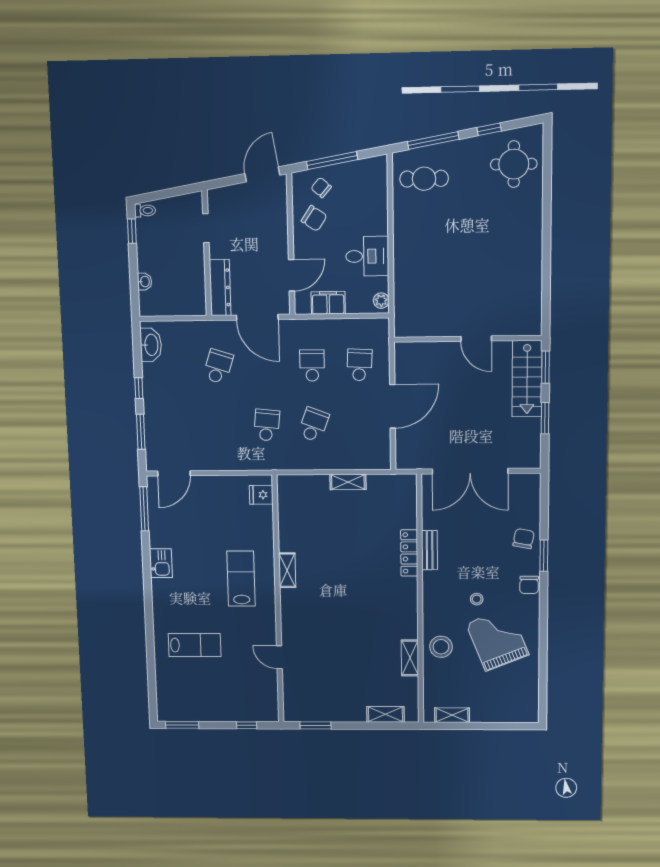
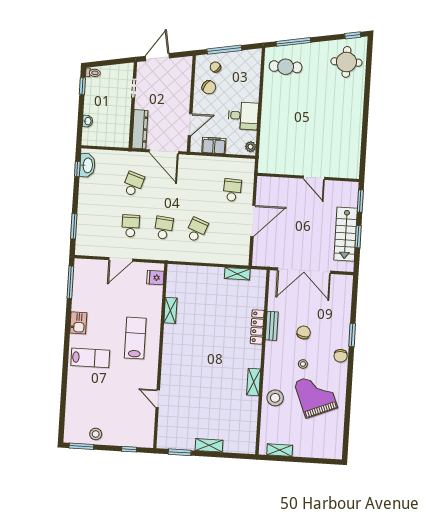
window: (489, 129) -> (353, 35), moved
door: (262, 174) -> (157, 57), moved
school desk: (312, 365) -> (131, 226), moved
stairs: (527, 379) -> (346, 234), moved
window: (139, 388) -> (77, 169), moved
door: (174, 473) -> (121, 259), moved
shelving: (348, 482) -> (237, 274), moved
chair: (524, 539) -> (304, 332), moved
shelving: (287, 570) -> (170, 310), moved
lab bench: (195, 645) -> (90, 358), moved
shelving: (410, 658) -> (254, 382), moved
stool: (200, 708) -> (96, 434), added
shelving: (385, 714) -> (209, 445), moved

